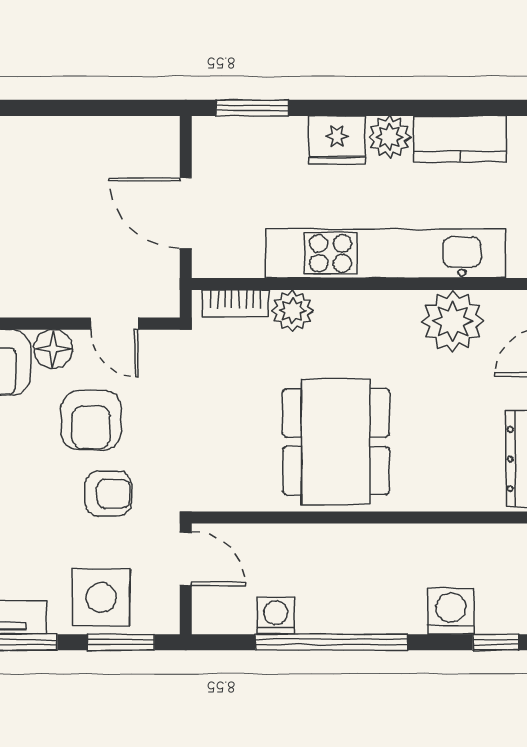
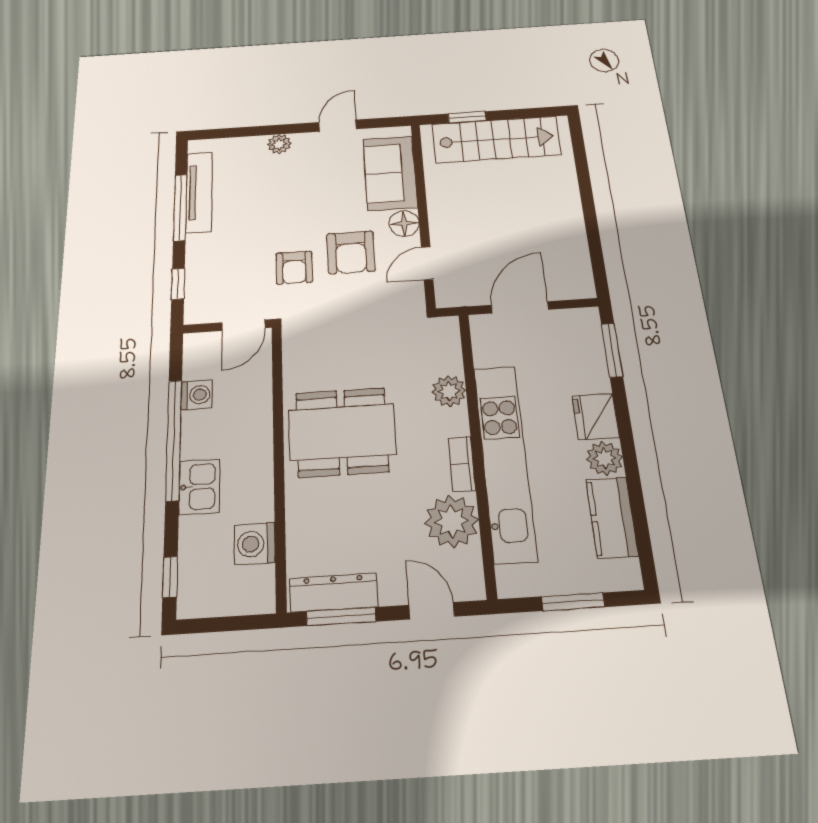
bookcase: (235, 303) -> (462, 464), moved
armchair: (91, 420) -> (351, 252), turned -90
side table: (101, 597) -> (213, 268), removed
kitchen sink: (392, 611) -> (199, 487), added
washing machine: (451, 611) -> (255, 544), moved, turned 180
window: (121, 642) -> (178, 284), width x0.67

